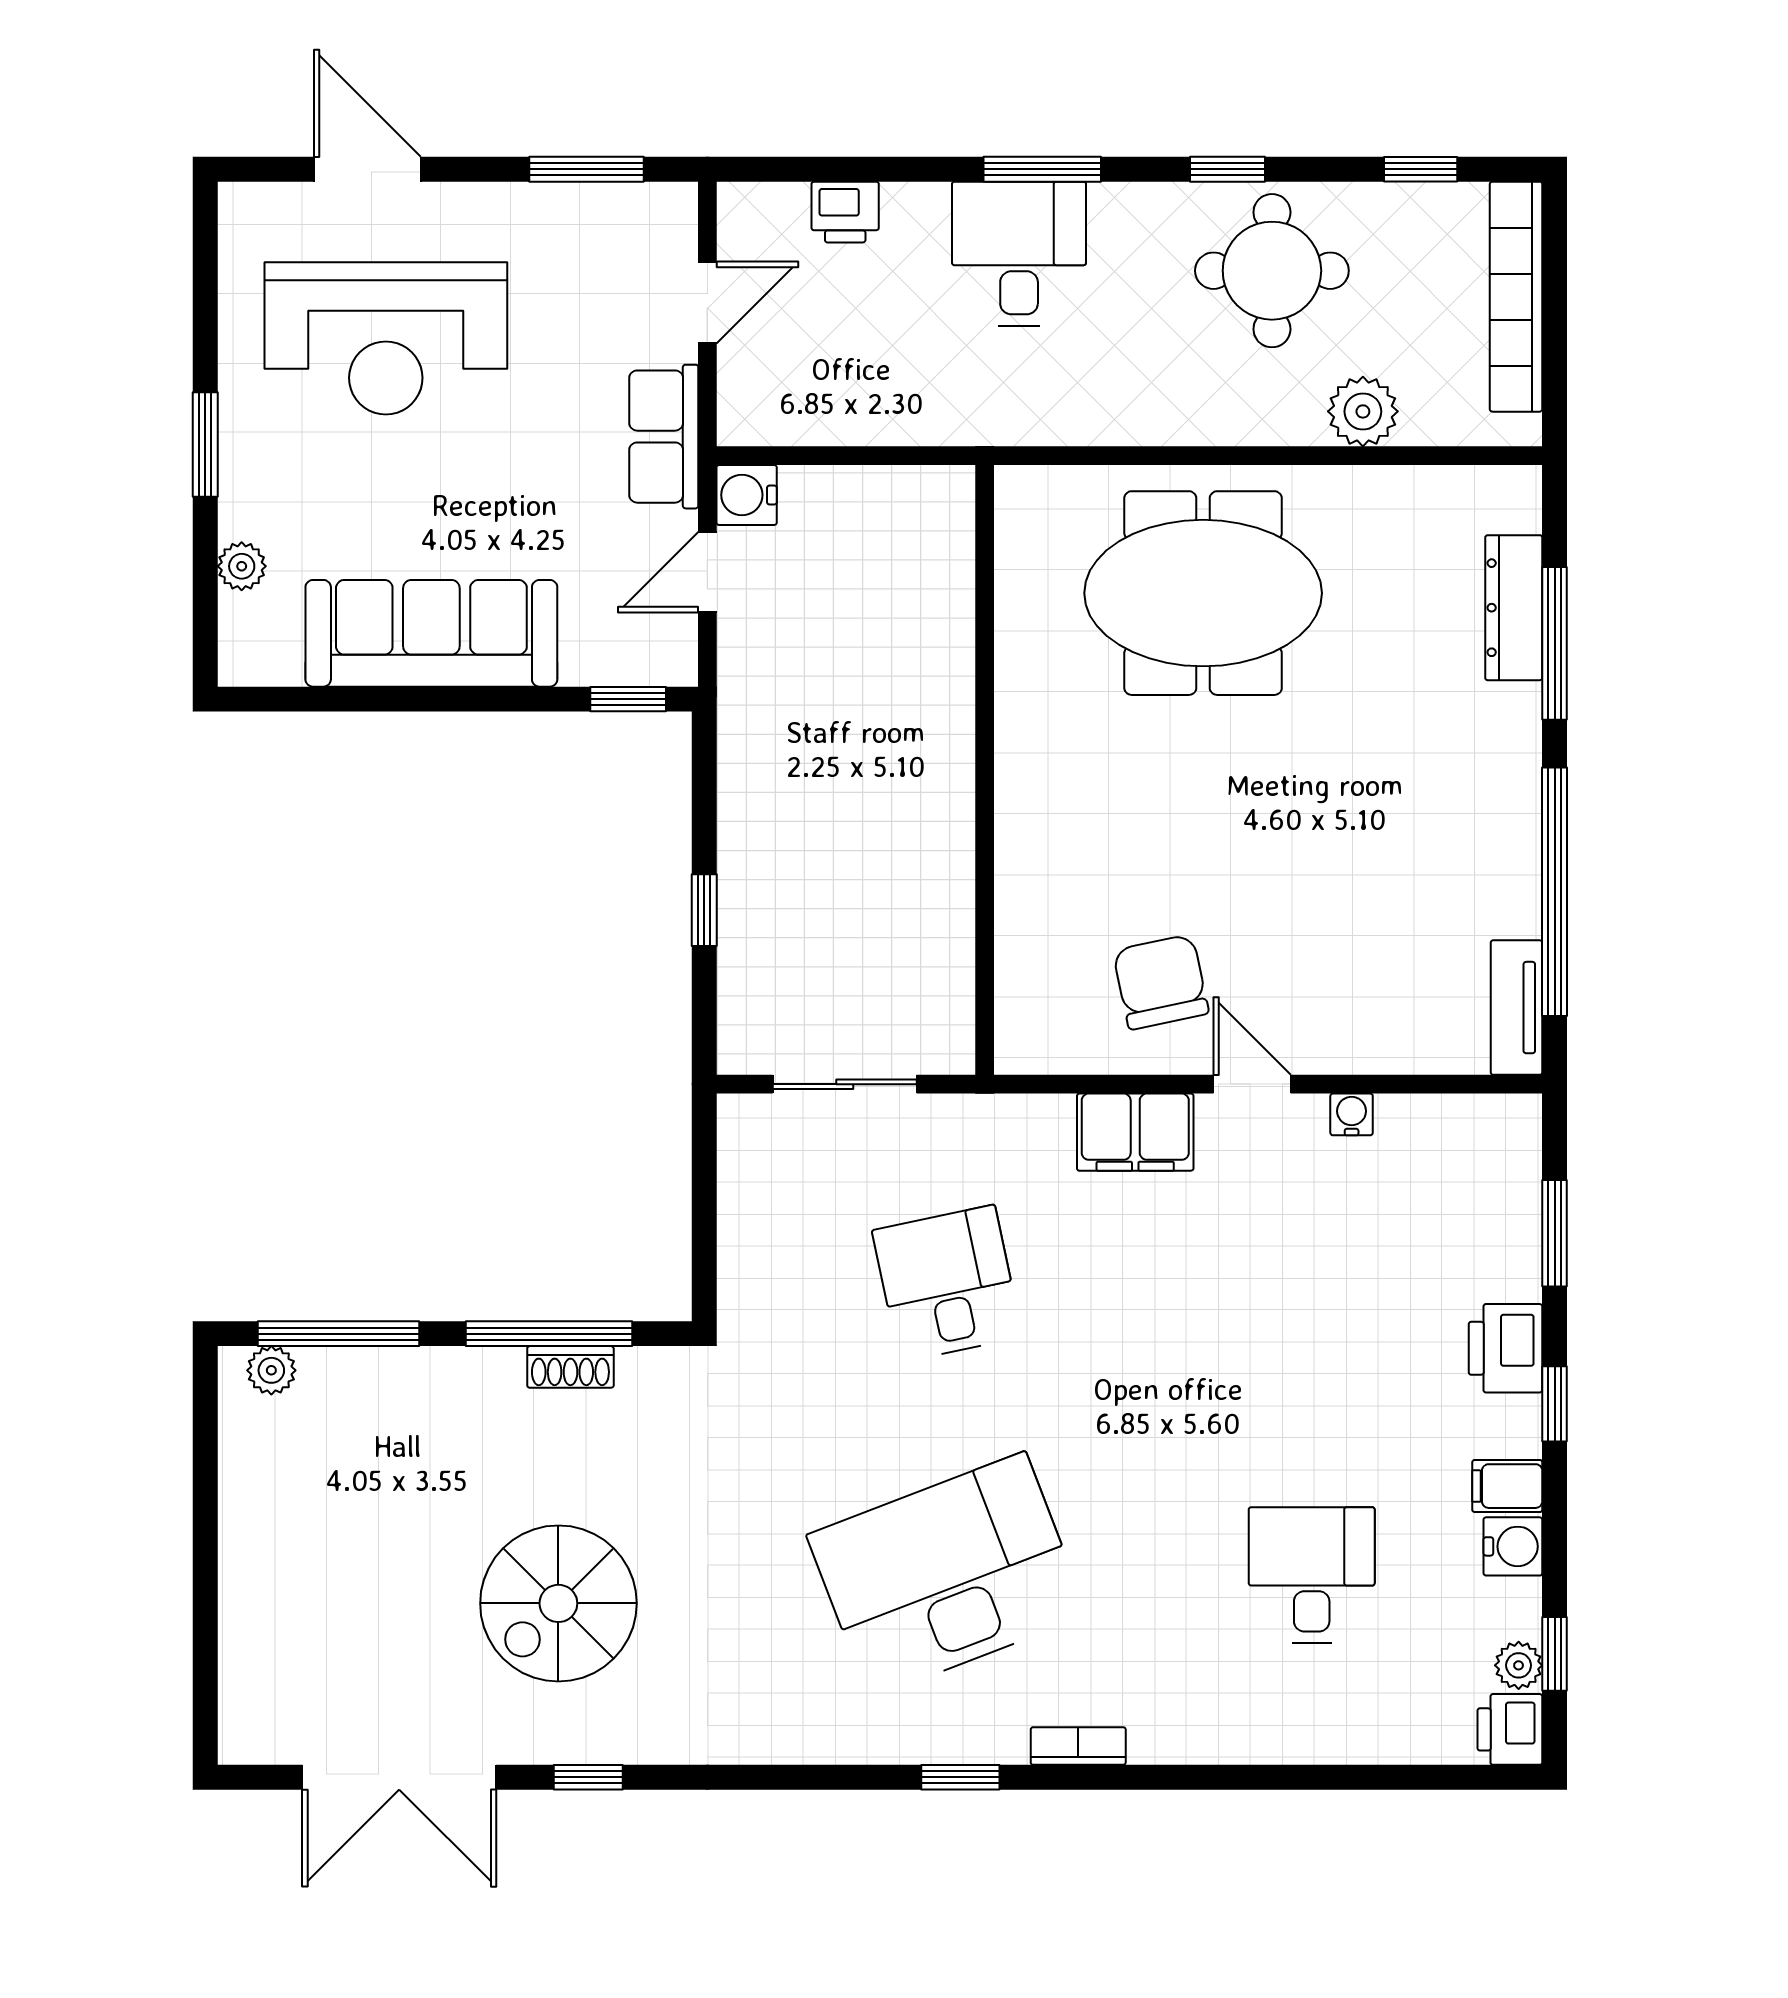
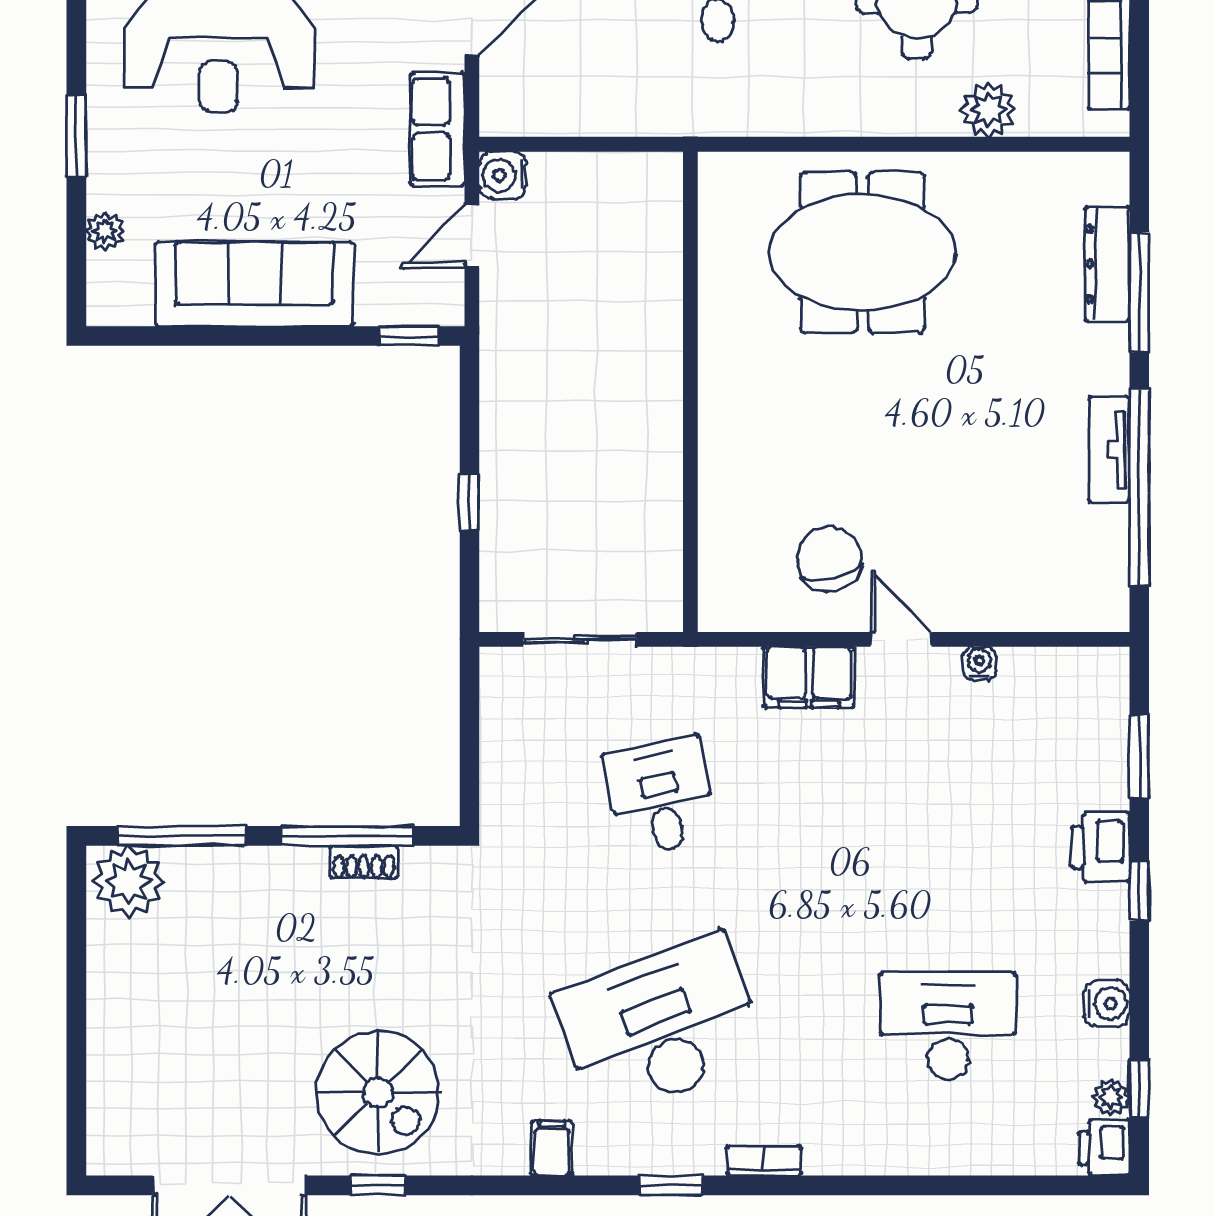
tv unit: (1516, 1008) -> (1109, 449), moved
plant: (271, 1370) -> (128, 881), width x1.88, depth x1.88
filing cabinet: (1507, 1486) -> (552, 1148), moved, turned 90
desk: (1312, 1575) -> (948, 1026), width x1.37
spiral stairs: (558, 1603) -> (378, 1093), moved, turned -90

